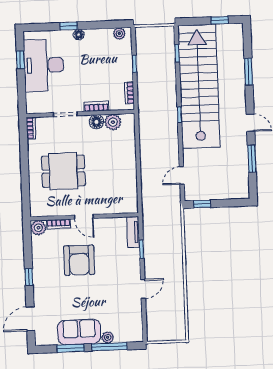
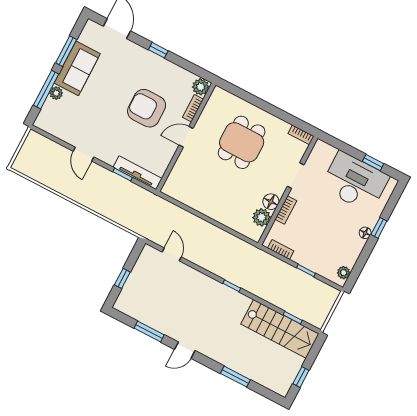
stairs: (199, 86) -> (280, 329), width x0.54, depth x0.66
window: (202, 204) -> (122, 278), moved
tv unit: (133, 232) -> (138, 173), width x1.41

